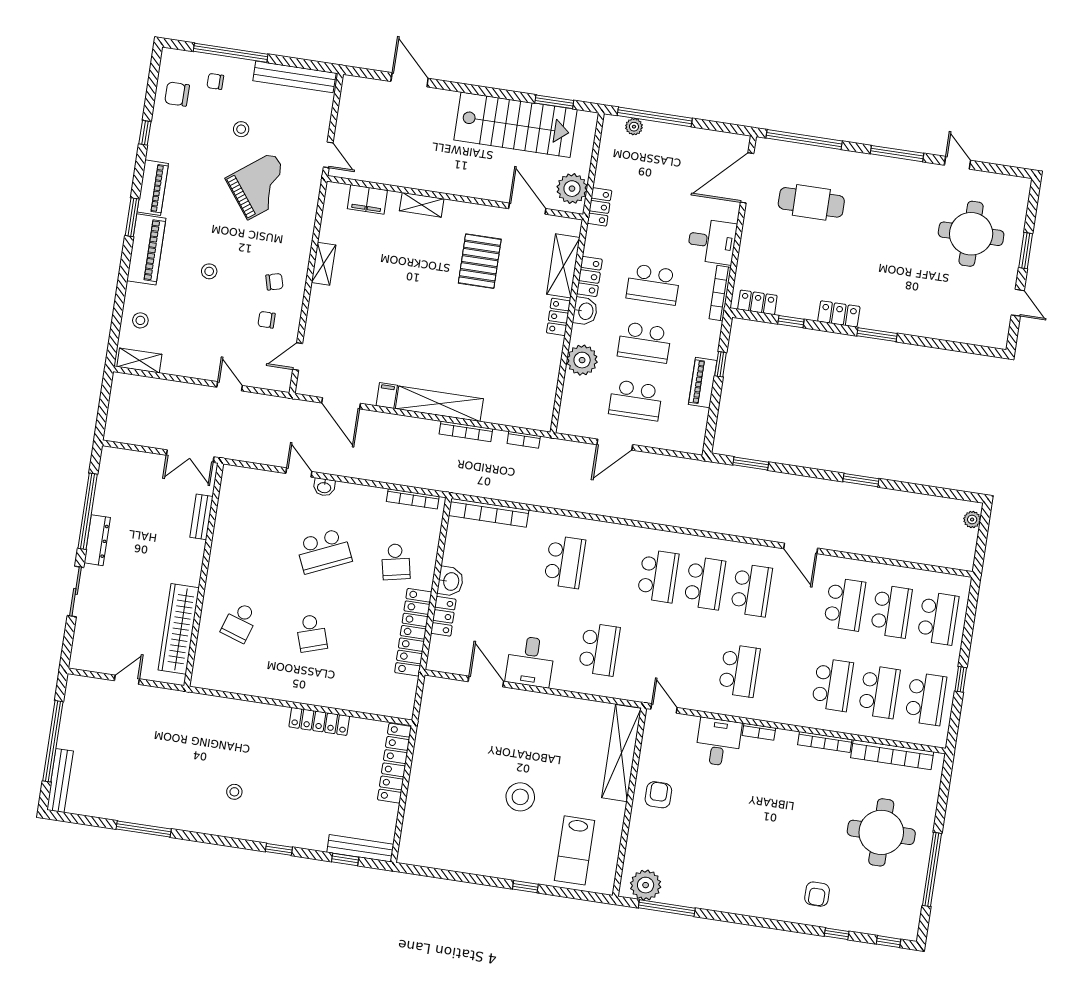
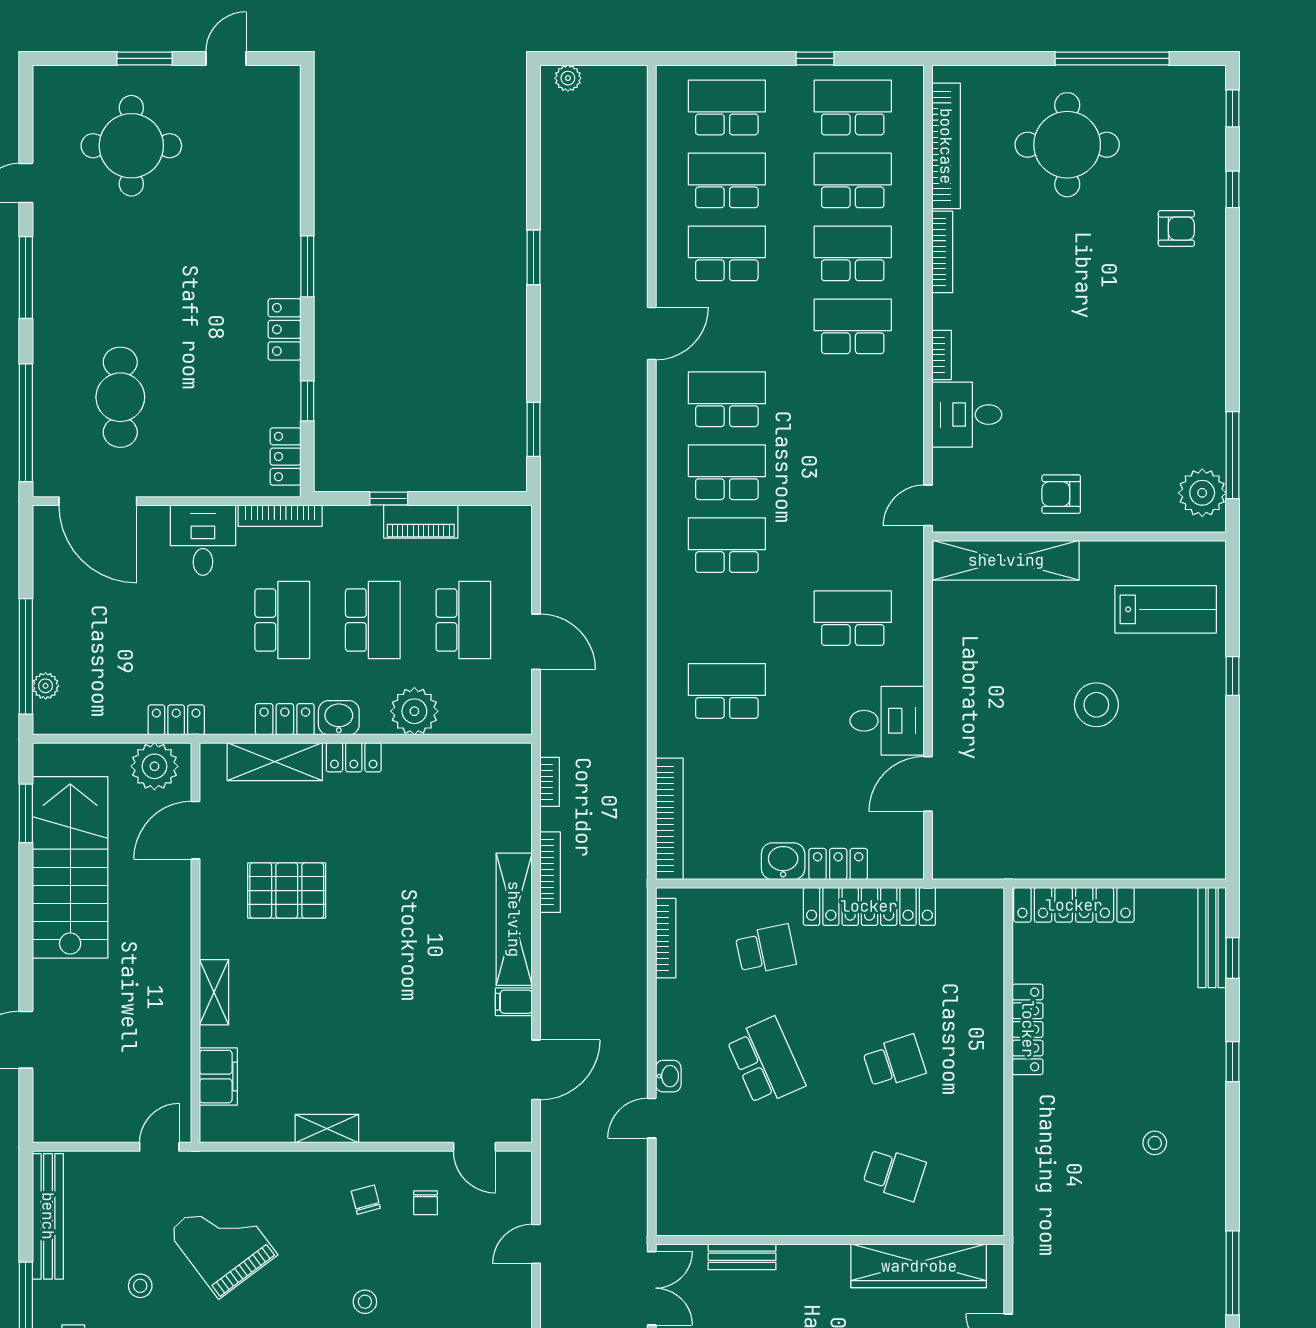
school desk: (739, 671) -> (853, 326), moved

